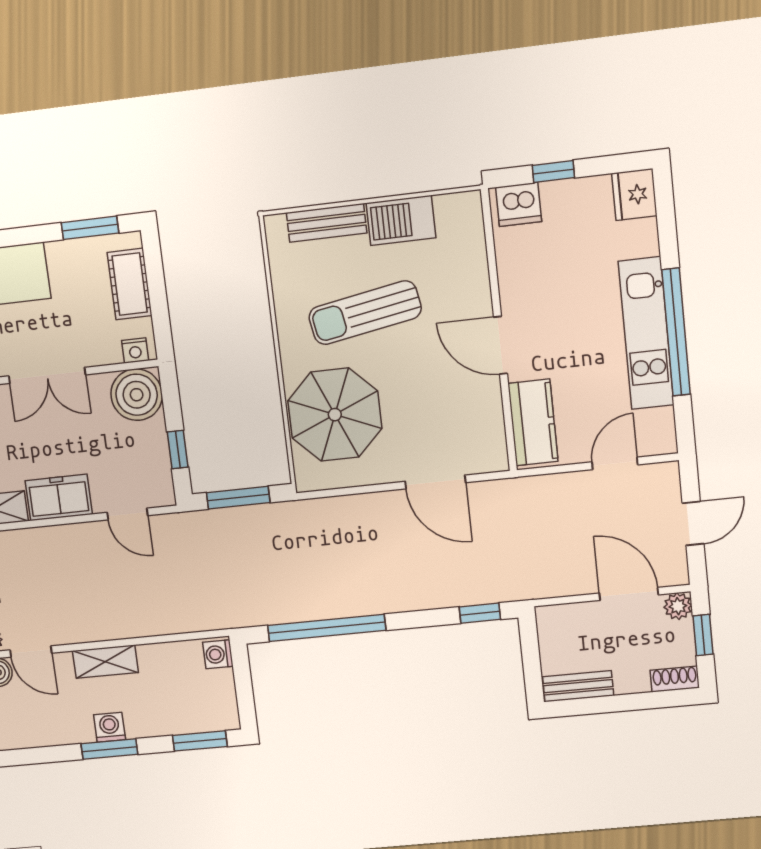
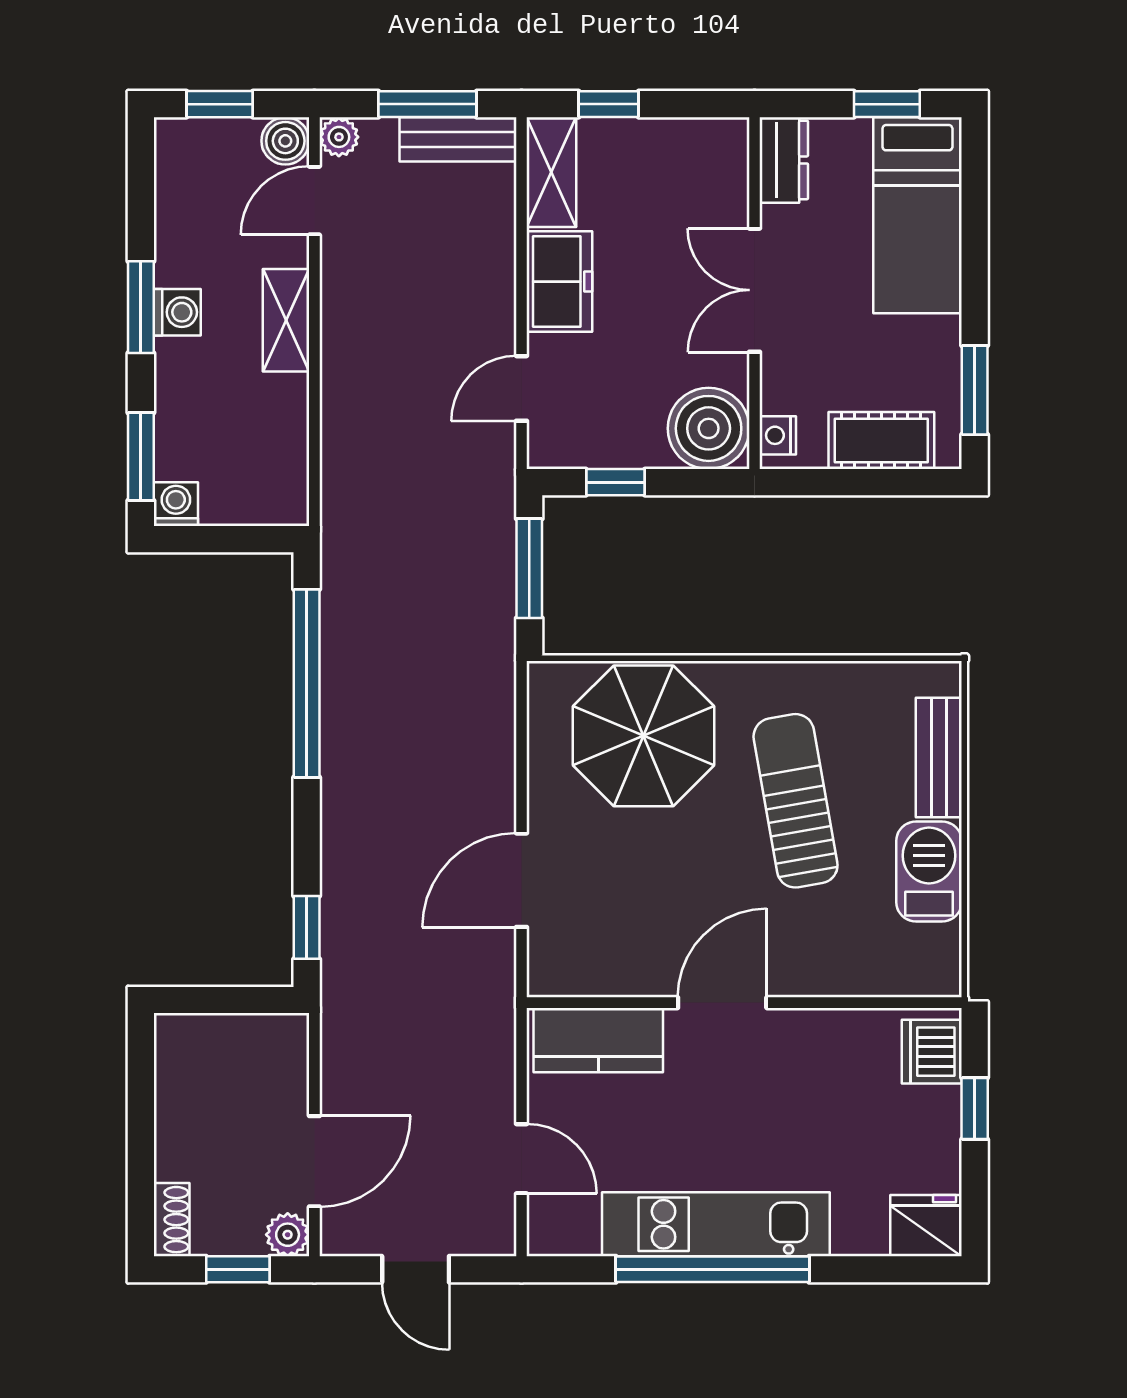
washing machine: (218, 654) -> (176, 504), moved
bench: (578, 686) -> (174, 1069), removed

